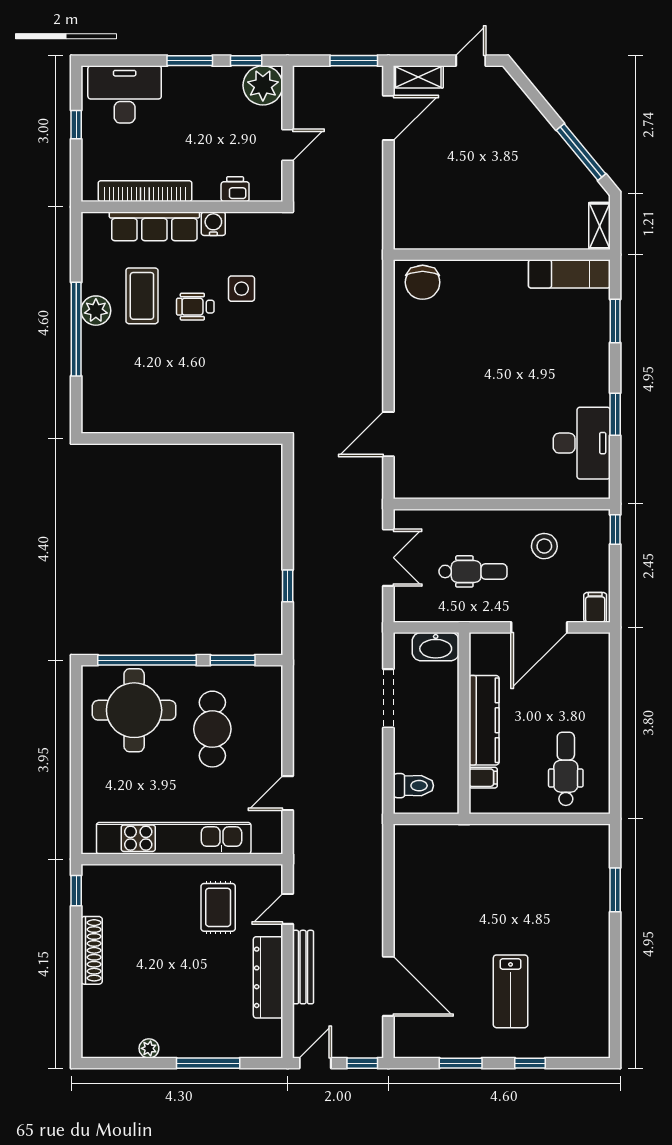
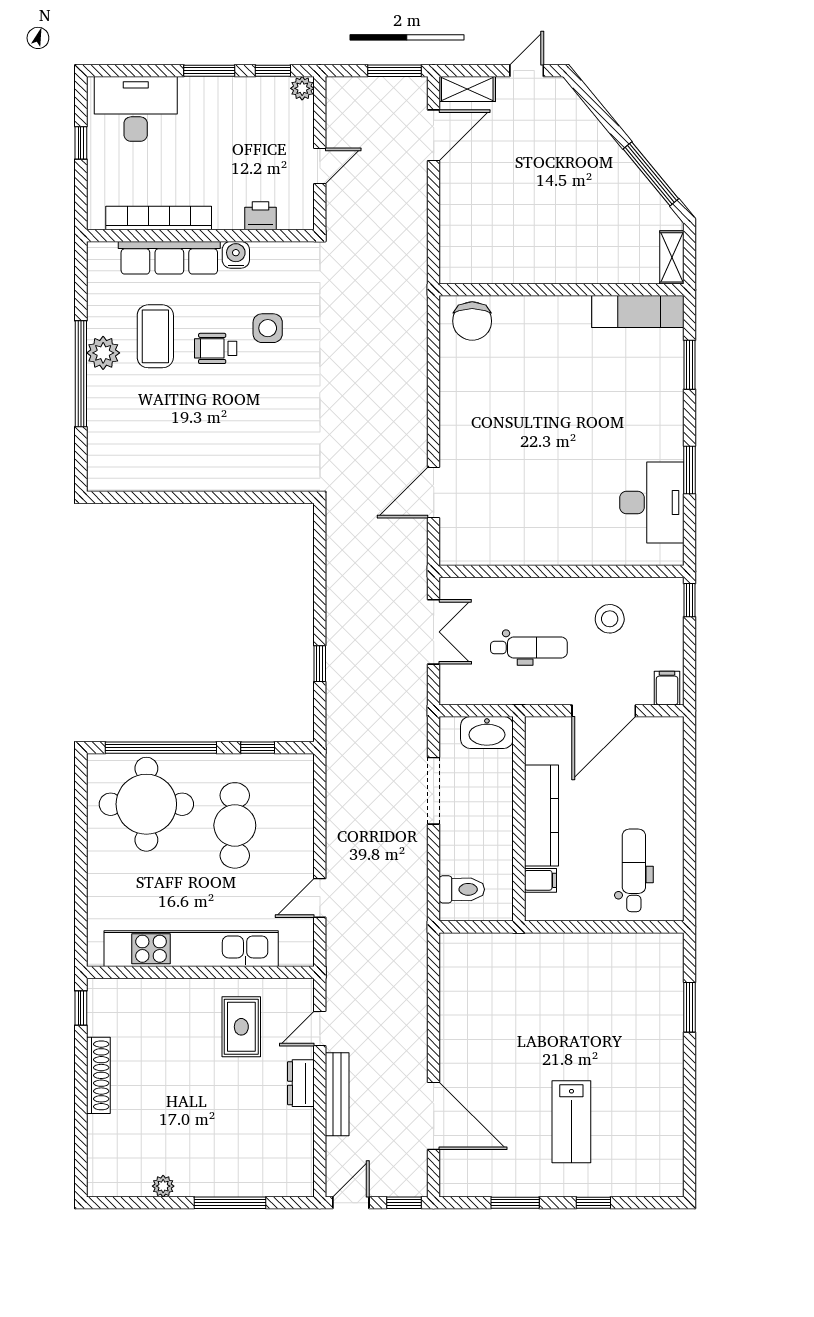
plant: (263, 85) -> (302, 88), width x0.53, depth x0.53
window: (233, 660) -> (258, 748), width x0.67
dresser: (268, 977) -> (301, 1083), width x0.51, depth x0.80

